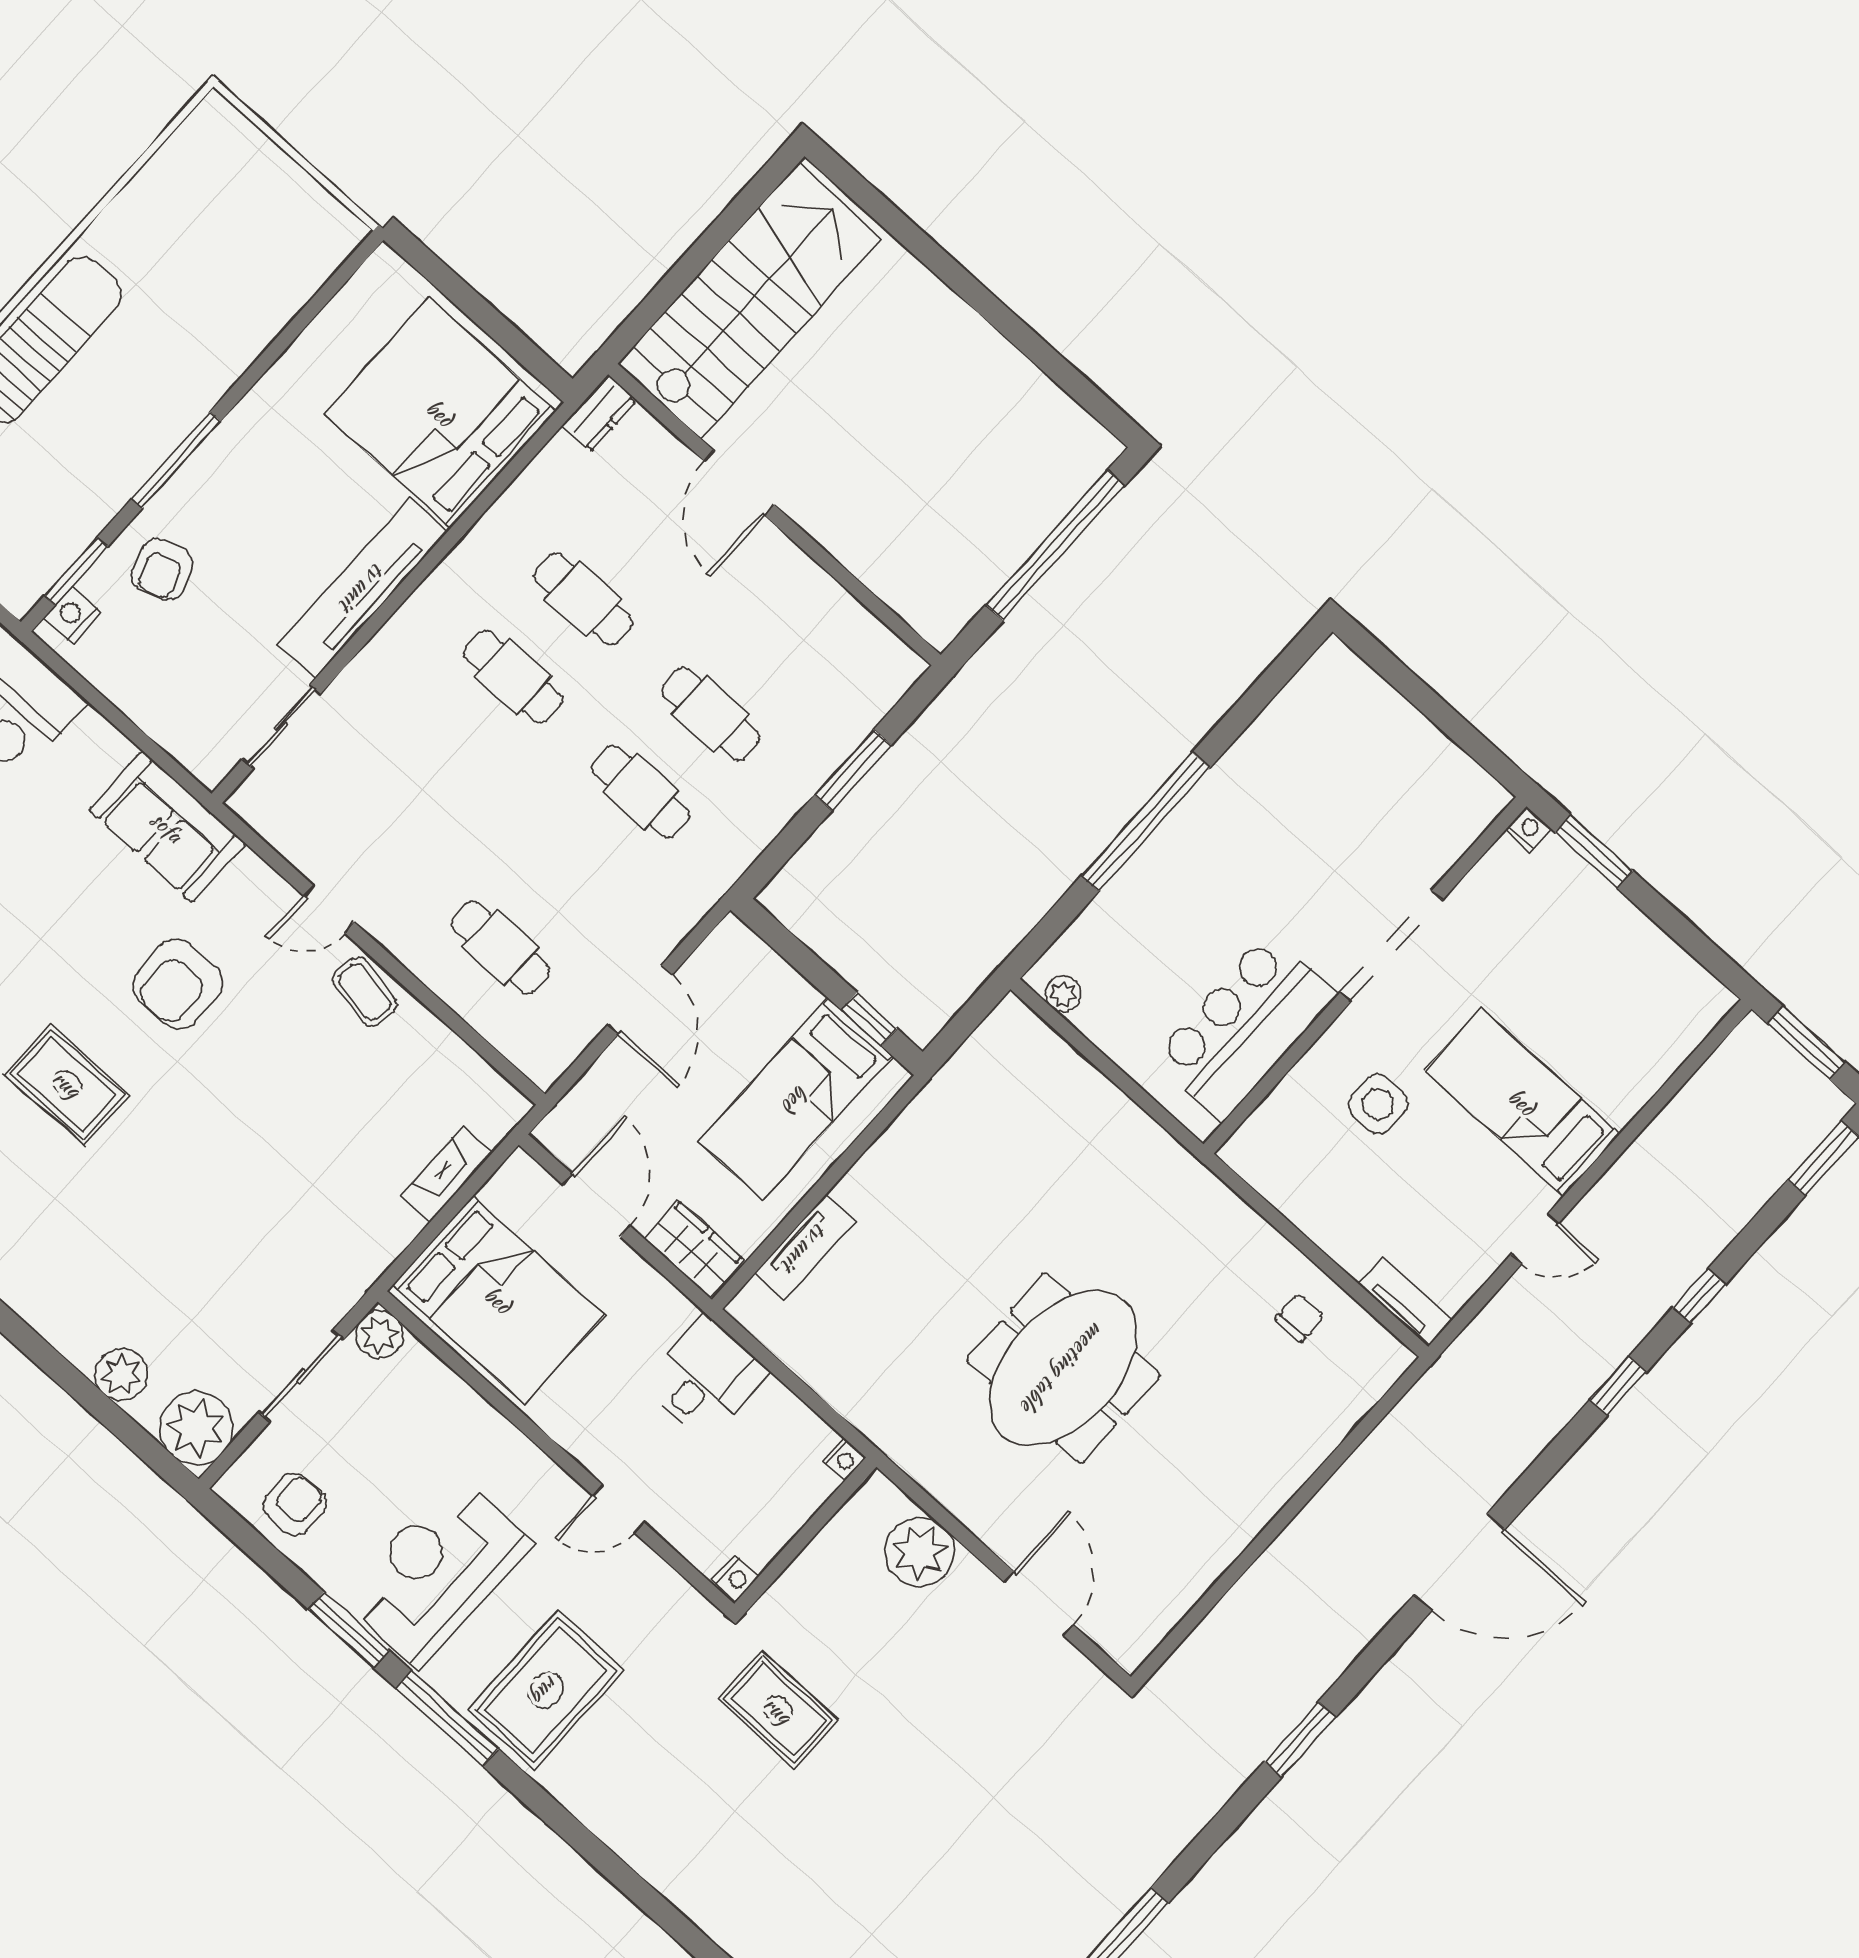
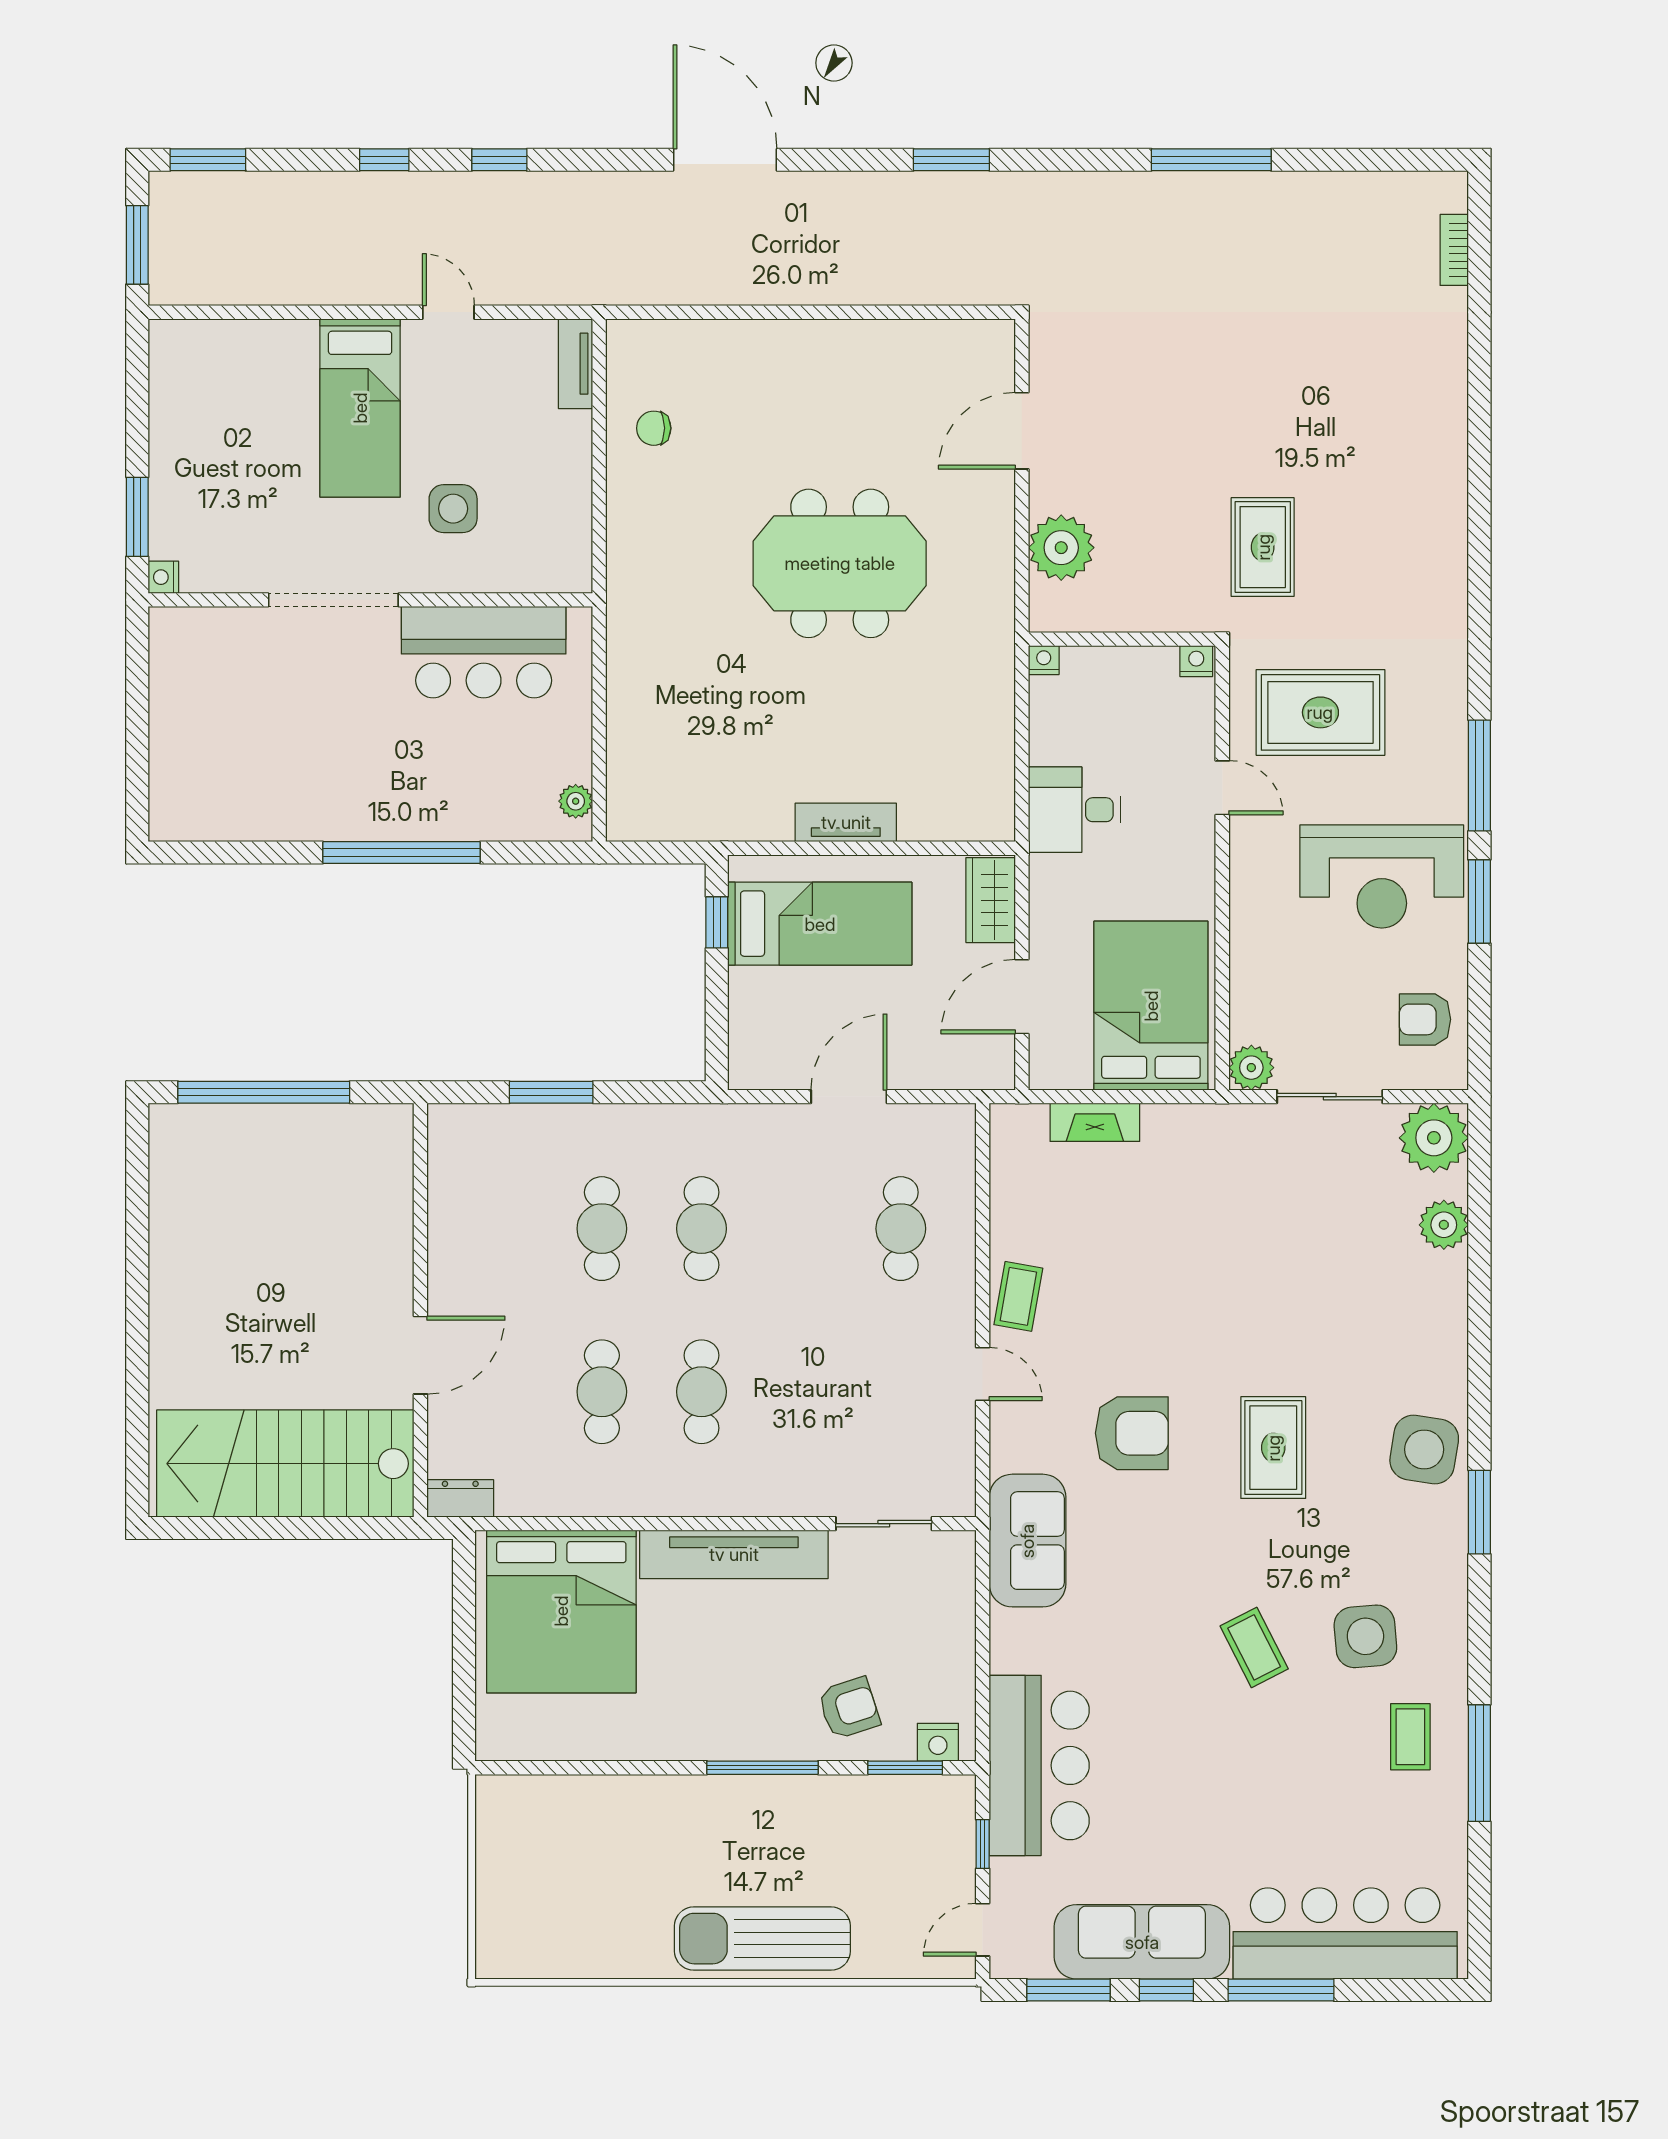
tv unit: (805, 1248) -> (846, 822), moved
rug: (546, 1690) -> (1320, 712), moved

